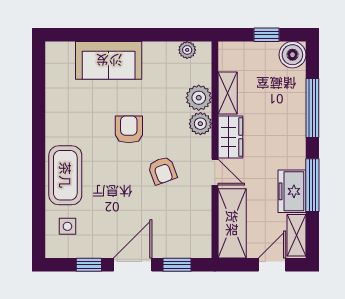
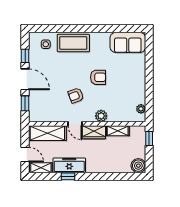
window: (266, 35) -> (149, 139), moved
sofa: (109, 60) -> (128, 42), moved, turned -90
plant: (199, 98) -> (115, 115), removed
window: (312, 108) -> (110, 176), removed
door: (215, 172) -> (75, 124), hinge flipped
window: (312, 185) -> (68, 176), width x0.46
freezer: (292, 191) -> (69, 165), width x1.40

